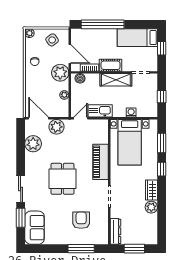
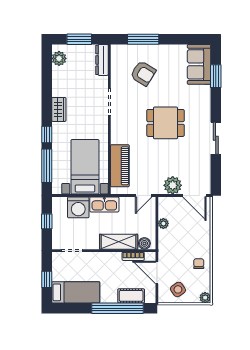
cot: (111, 65) -> (131, 296), moved
plant: (60, 73) -> (168, 250), removed
shelving: (116, 80) -> (119, 242), moved
kitchen sink: (100, 111) -> (104, 204), moved
washing machine: (131, 113) -> (78, 207), width x1.89, depth x1.89
window: (162, 143) -> (47, 166), width x1.44
plant: (33, 144) -> (201, 165), removed
piano: (101, 162) -> (120, 166), moved
dining table: (62, 179) -> (166, 123), turned 90
sliding door: (21, 189) -> (216, 138), moved
plant: (151, 207) -> (59, 58), moved
armchair: (81, 220) -> (143, 73), turned -58

